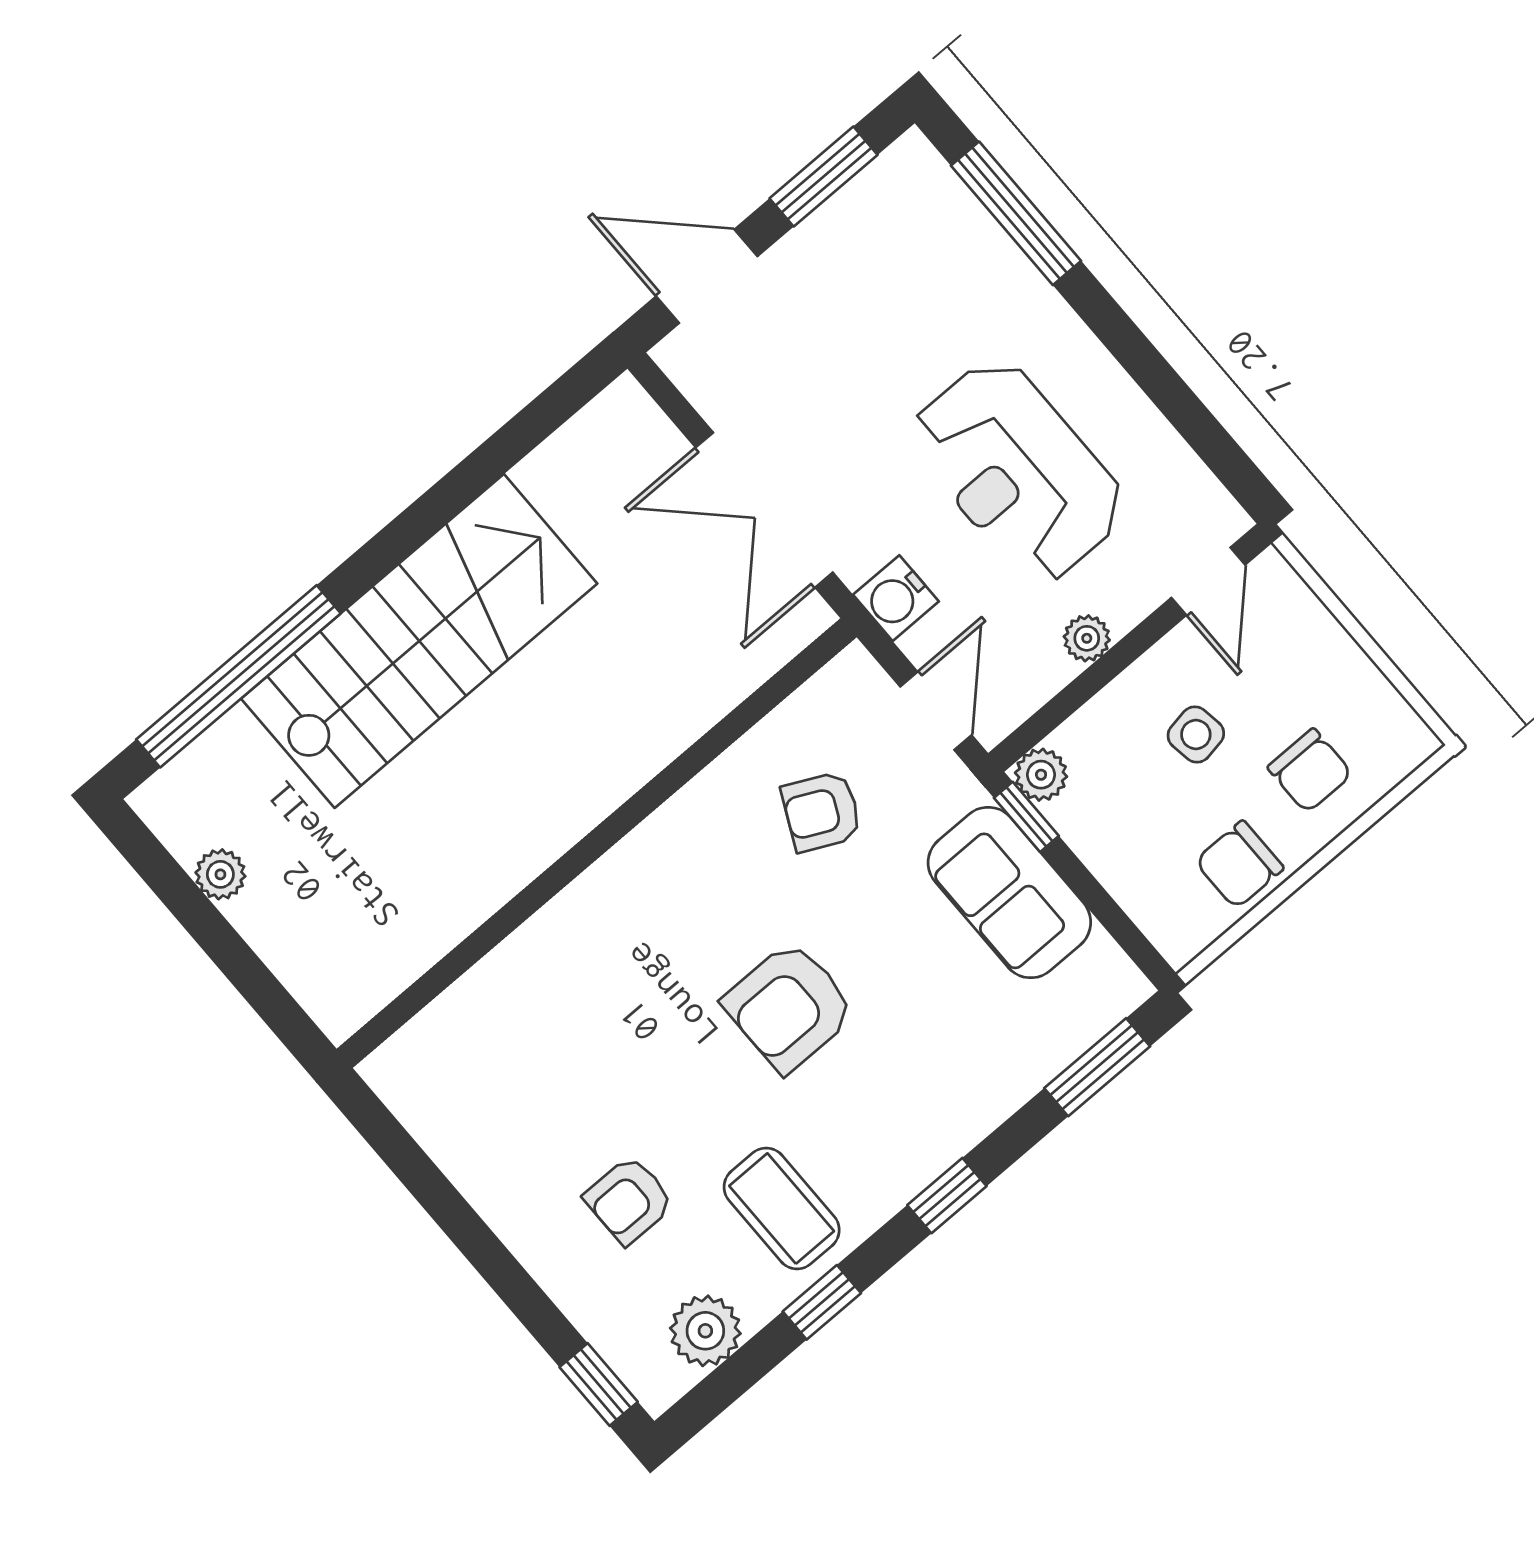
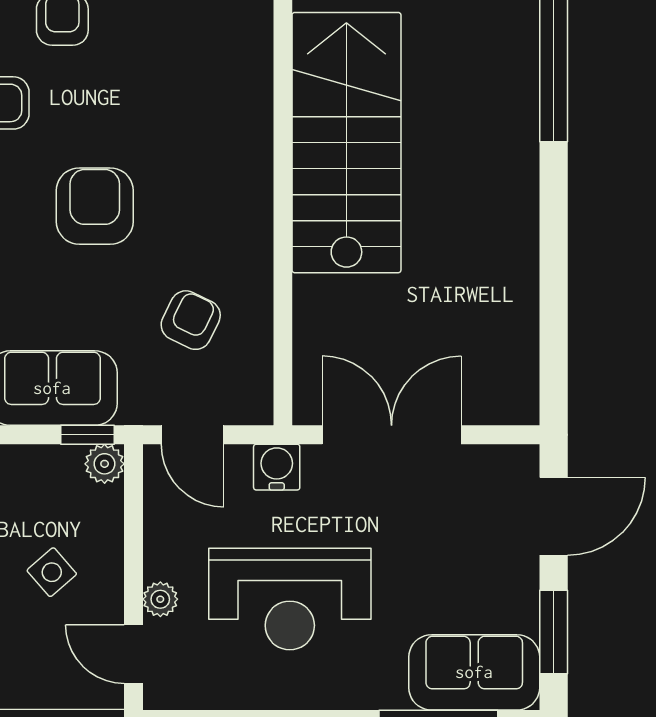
sofa: (933, 222) -> (474, 672), added
reception desk: (1018, 471) -> (290, 599), turned 180
plant: (1087, 638) -> (160, 599), moved
stairs: (419, 641) -> (346, 143), moved, turned 180
side table: (1196, 735) -> (52, 572), turned -32

